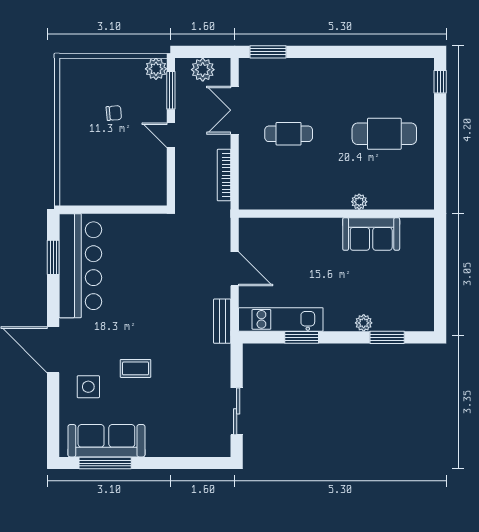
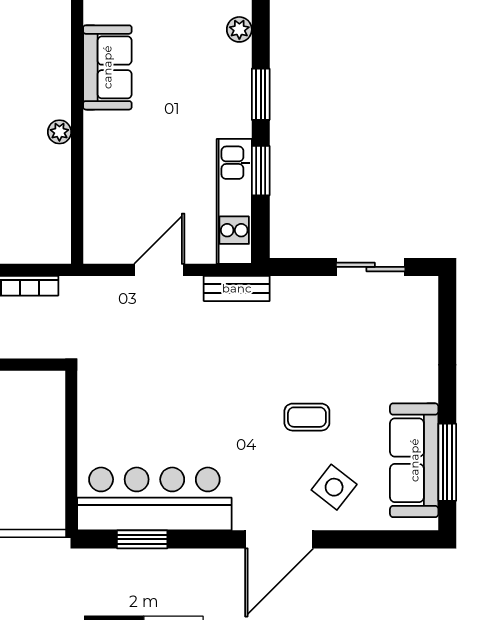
plant: (359, 202) -> (59, 132), moved
plant: (364, 323) -> (239, 29), moved
window: (387, 337) -> (261, 94), moved
coffee table: (136, 368) -> (307, 417), turned 90
side table: (88, 387) -> (334, 487), turned 38

